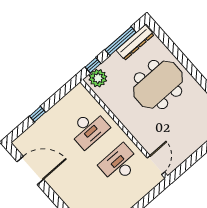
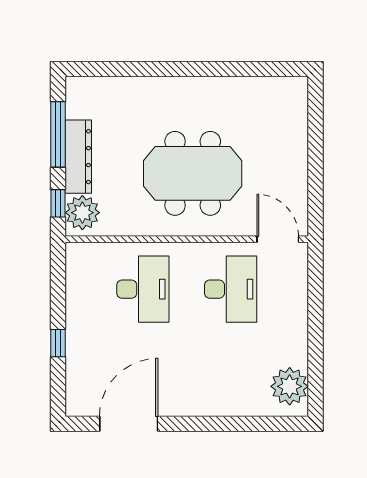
dresser: (135, 42) -> (78, 157), moved
meeting table: (158, 85) -> (193, 173), moved, turned 90
desk: (119, 164) -> (231, 289), turned 180

